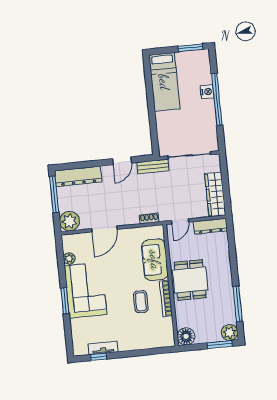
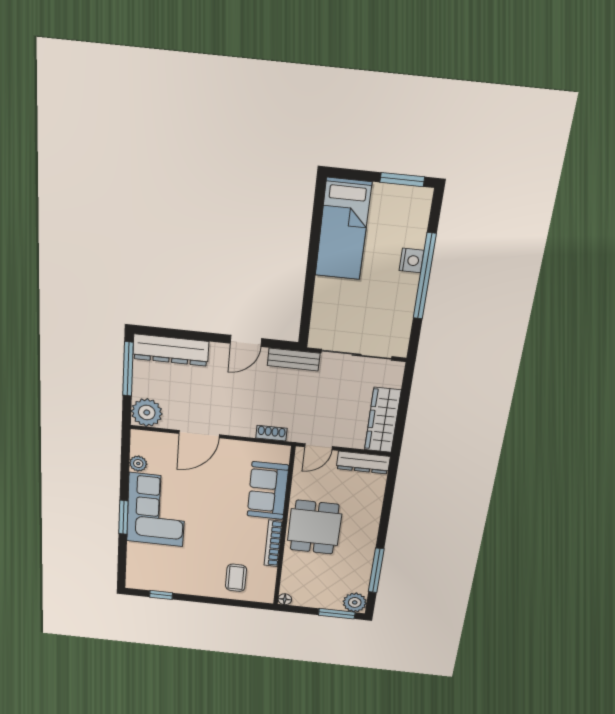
coffee table: (141, 302) -> (236, 578), moved
floor lamp: (186, 336) -> (285, 599), width x0.53, depth x0.53
tv unit: (103, 348) -> (169, 586), removed

